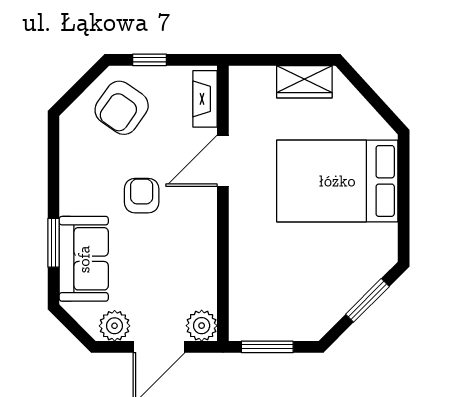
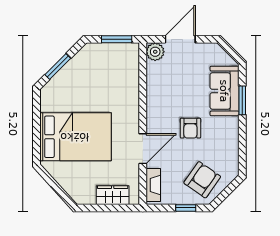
wardrobe: (304, 82) -> (113, 195), moved
plant: (115, 326) -> (206, 52), removed

